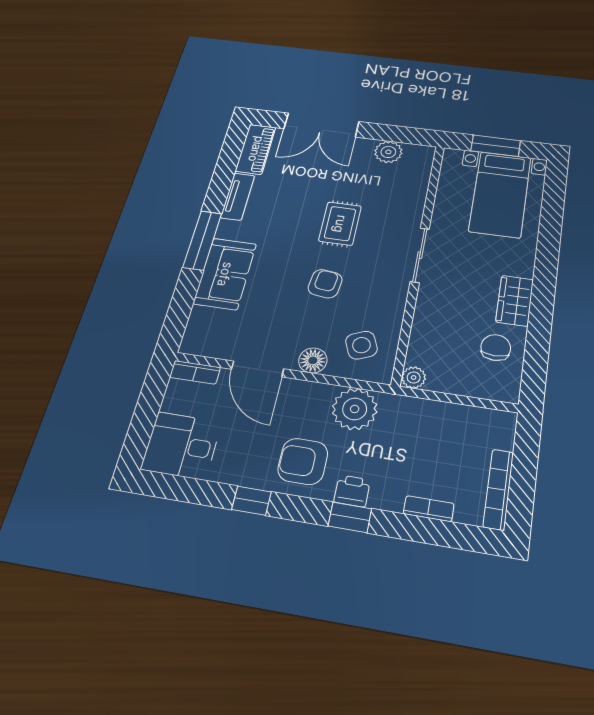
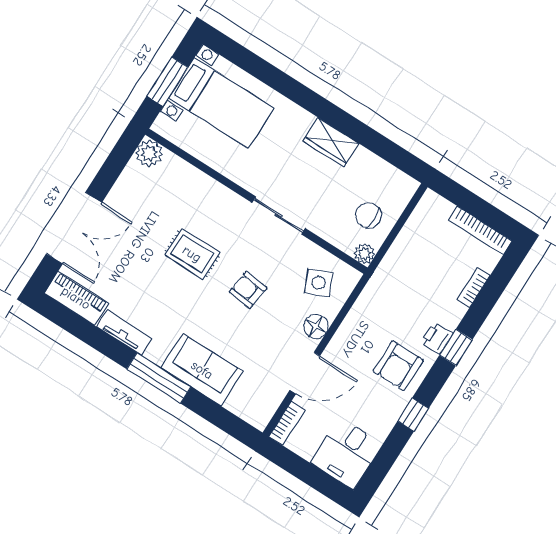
plant: (388, 152) -> (149, 153), moved
sliding door: (420, 255) -> (279, 215), moved
chair: (496, 348) -> (368, 215), moved
plant: (355, 409) -> (372, 310), removed

